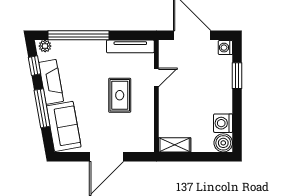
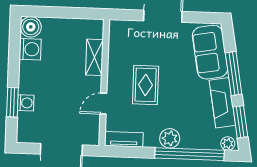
tv unit: (130, 46) -> (124, 139), width x0.71
washing machine: (225, 48) -> (26, 103), moved
plant: (97, 49) -> (170, 138), added
window: (35, 66) -> (240, 122), width x1.50
shelving: (175, 145) -> (94, 57), moved, turned 90

